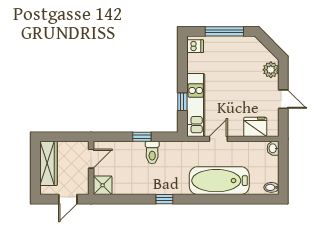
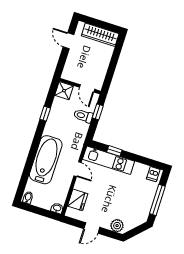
door: (91, 159) -> (87, 88), moved
wall: (91, 168) -> (80, 86), moved
shower: (103, 185) -> (64, 91), moved

